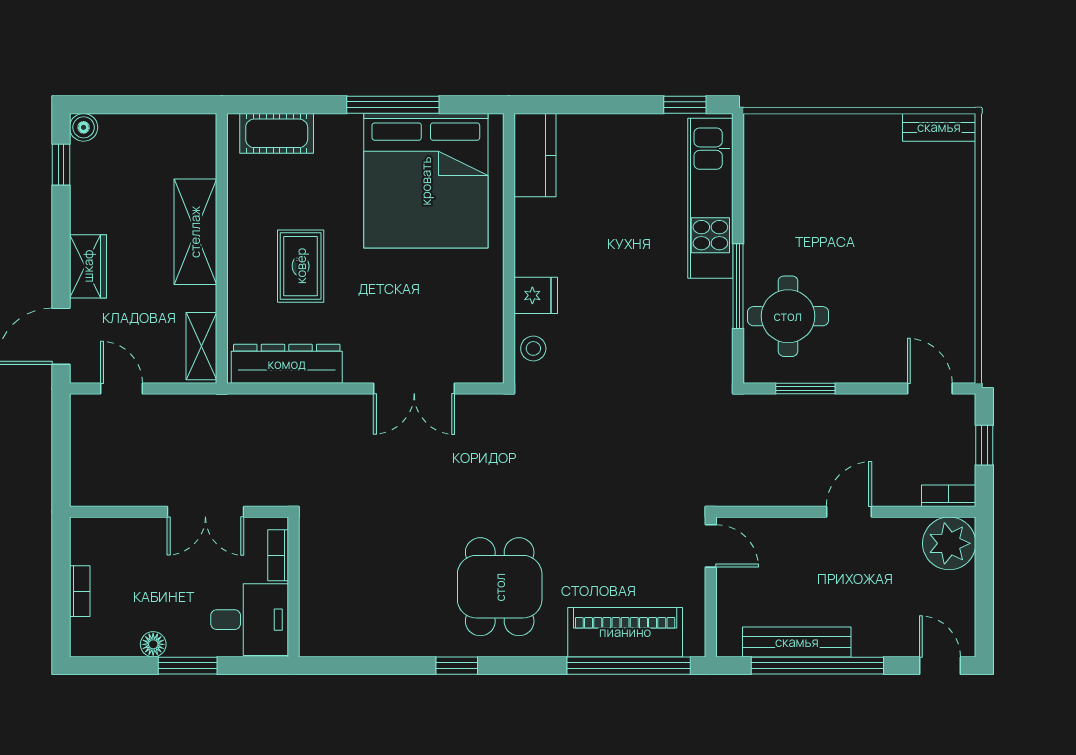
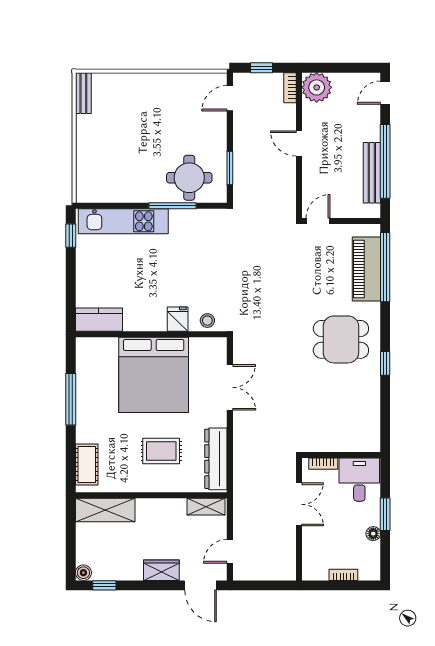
bed: (426, 181) -> (154, 375), moved, turned 90
shelving: (195, 232) -> (105, 510), moved

